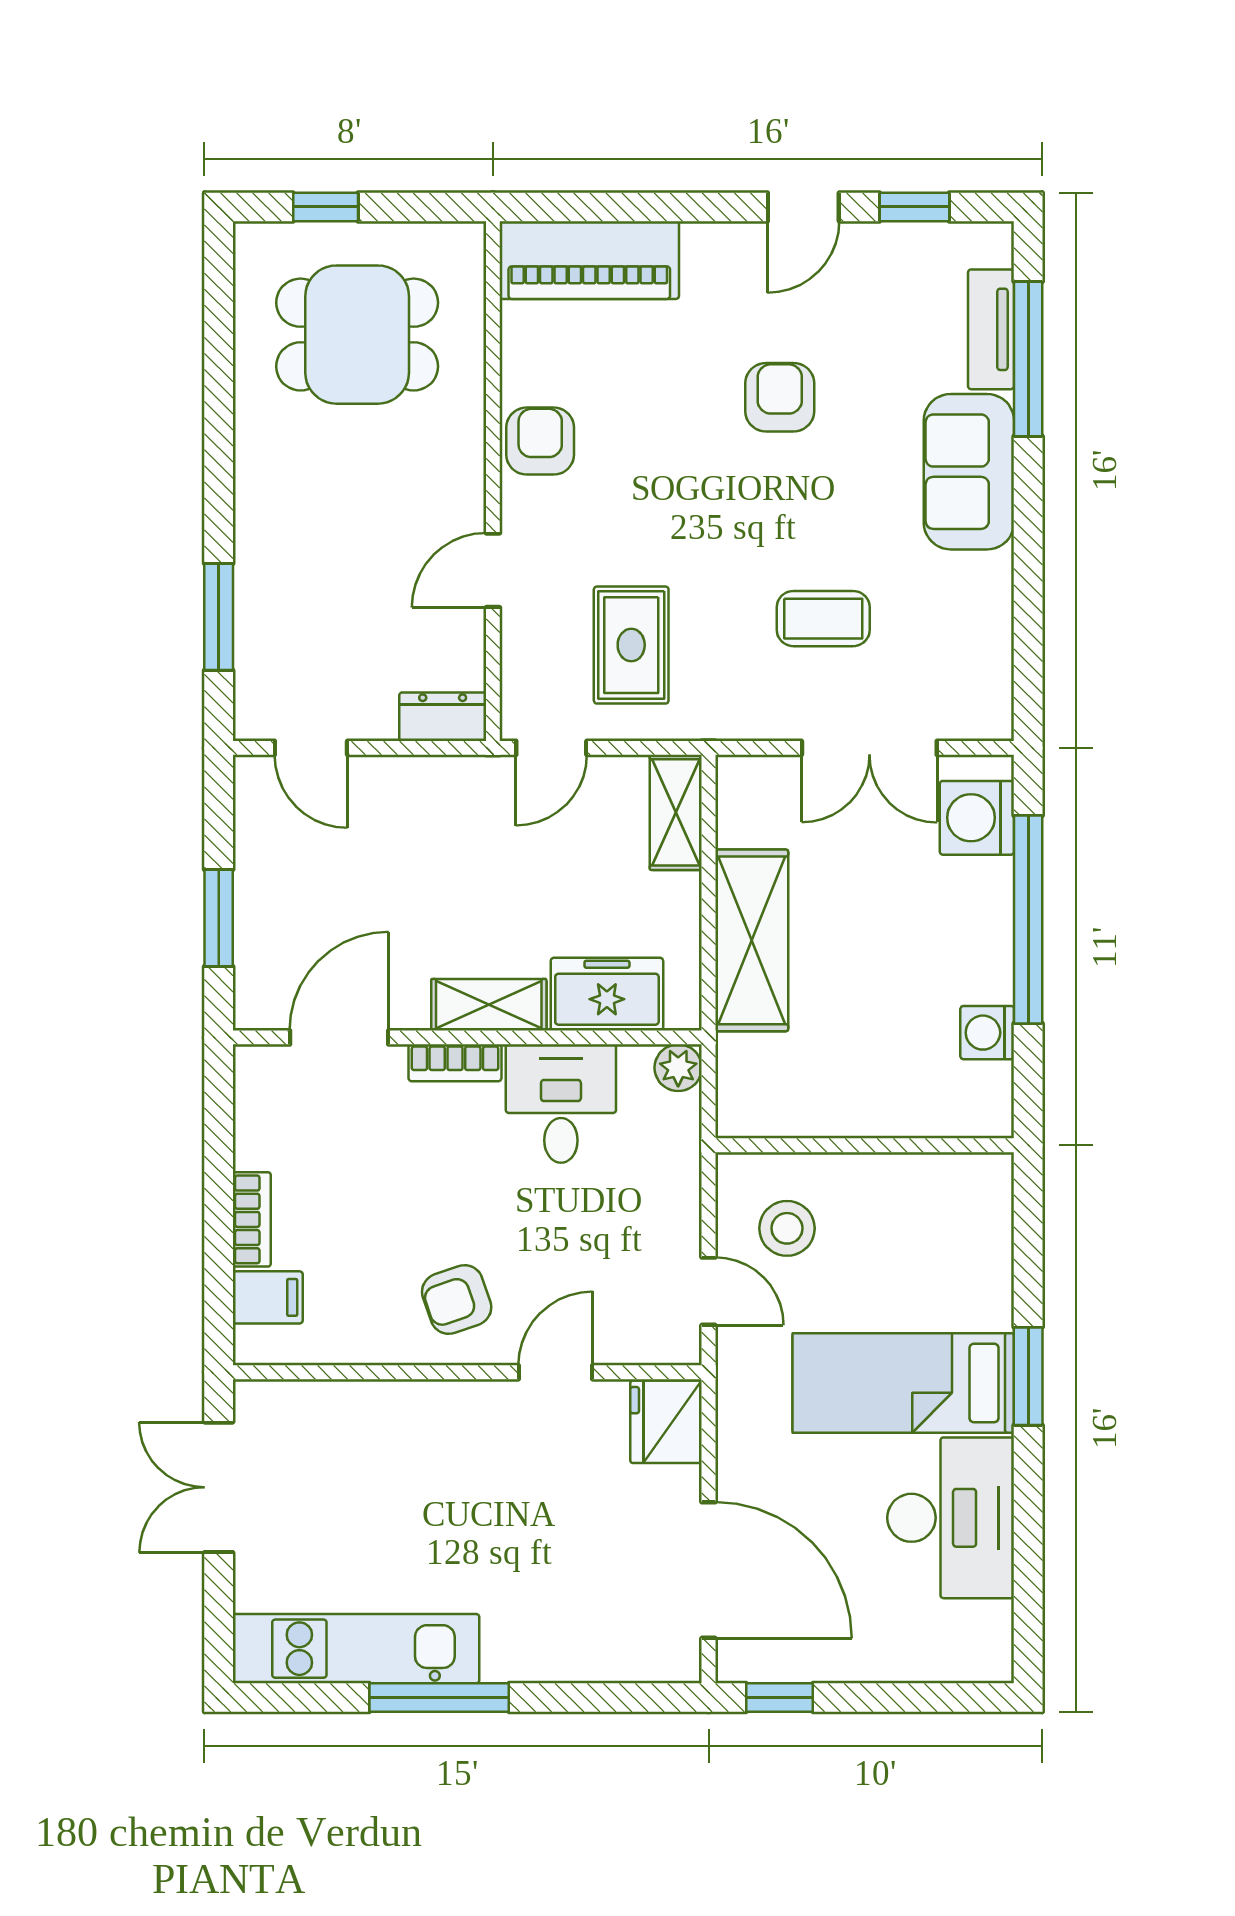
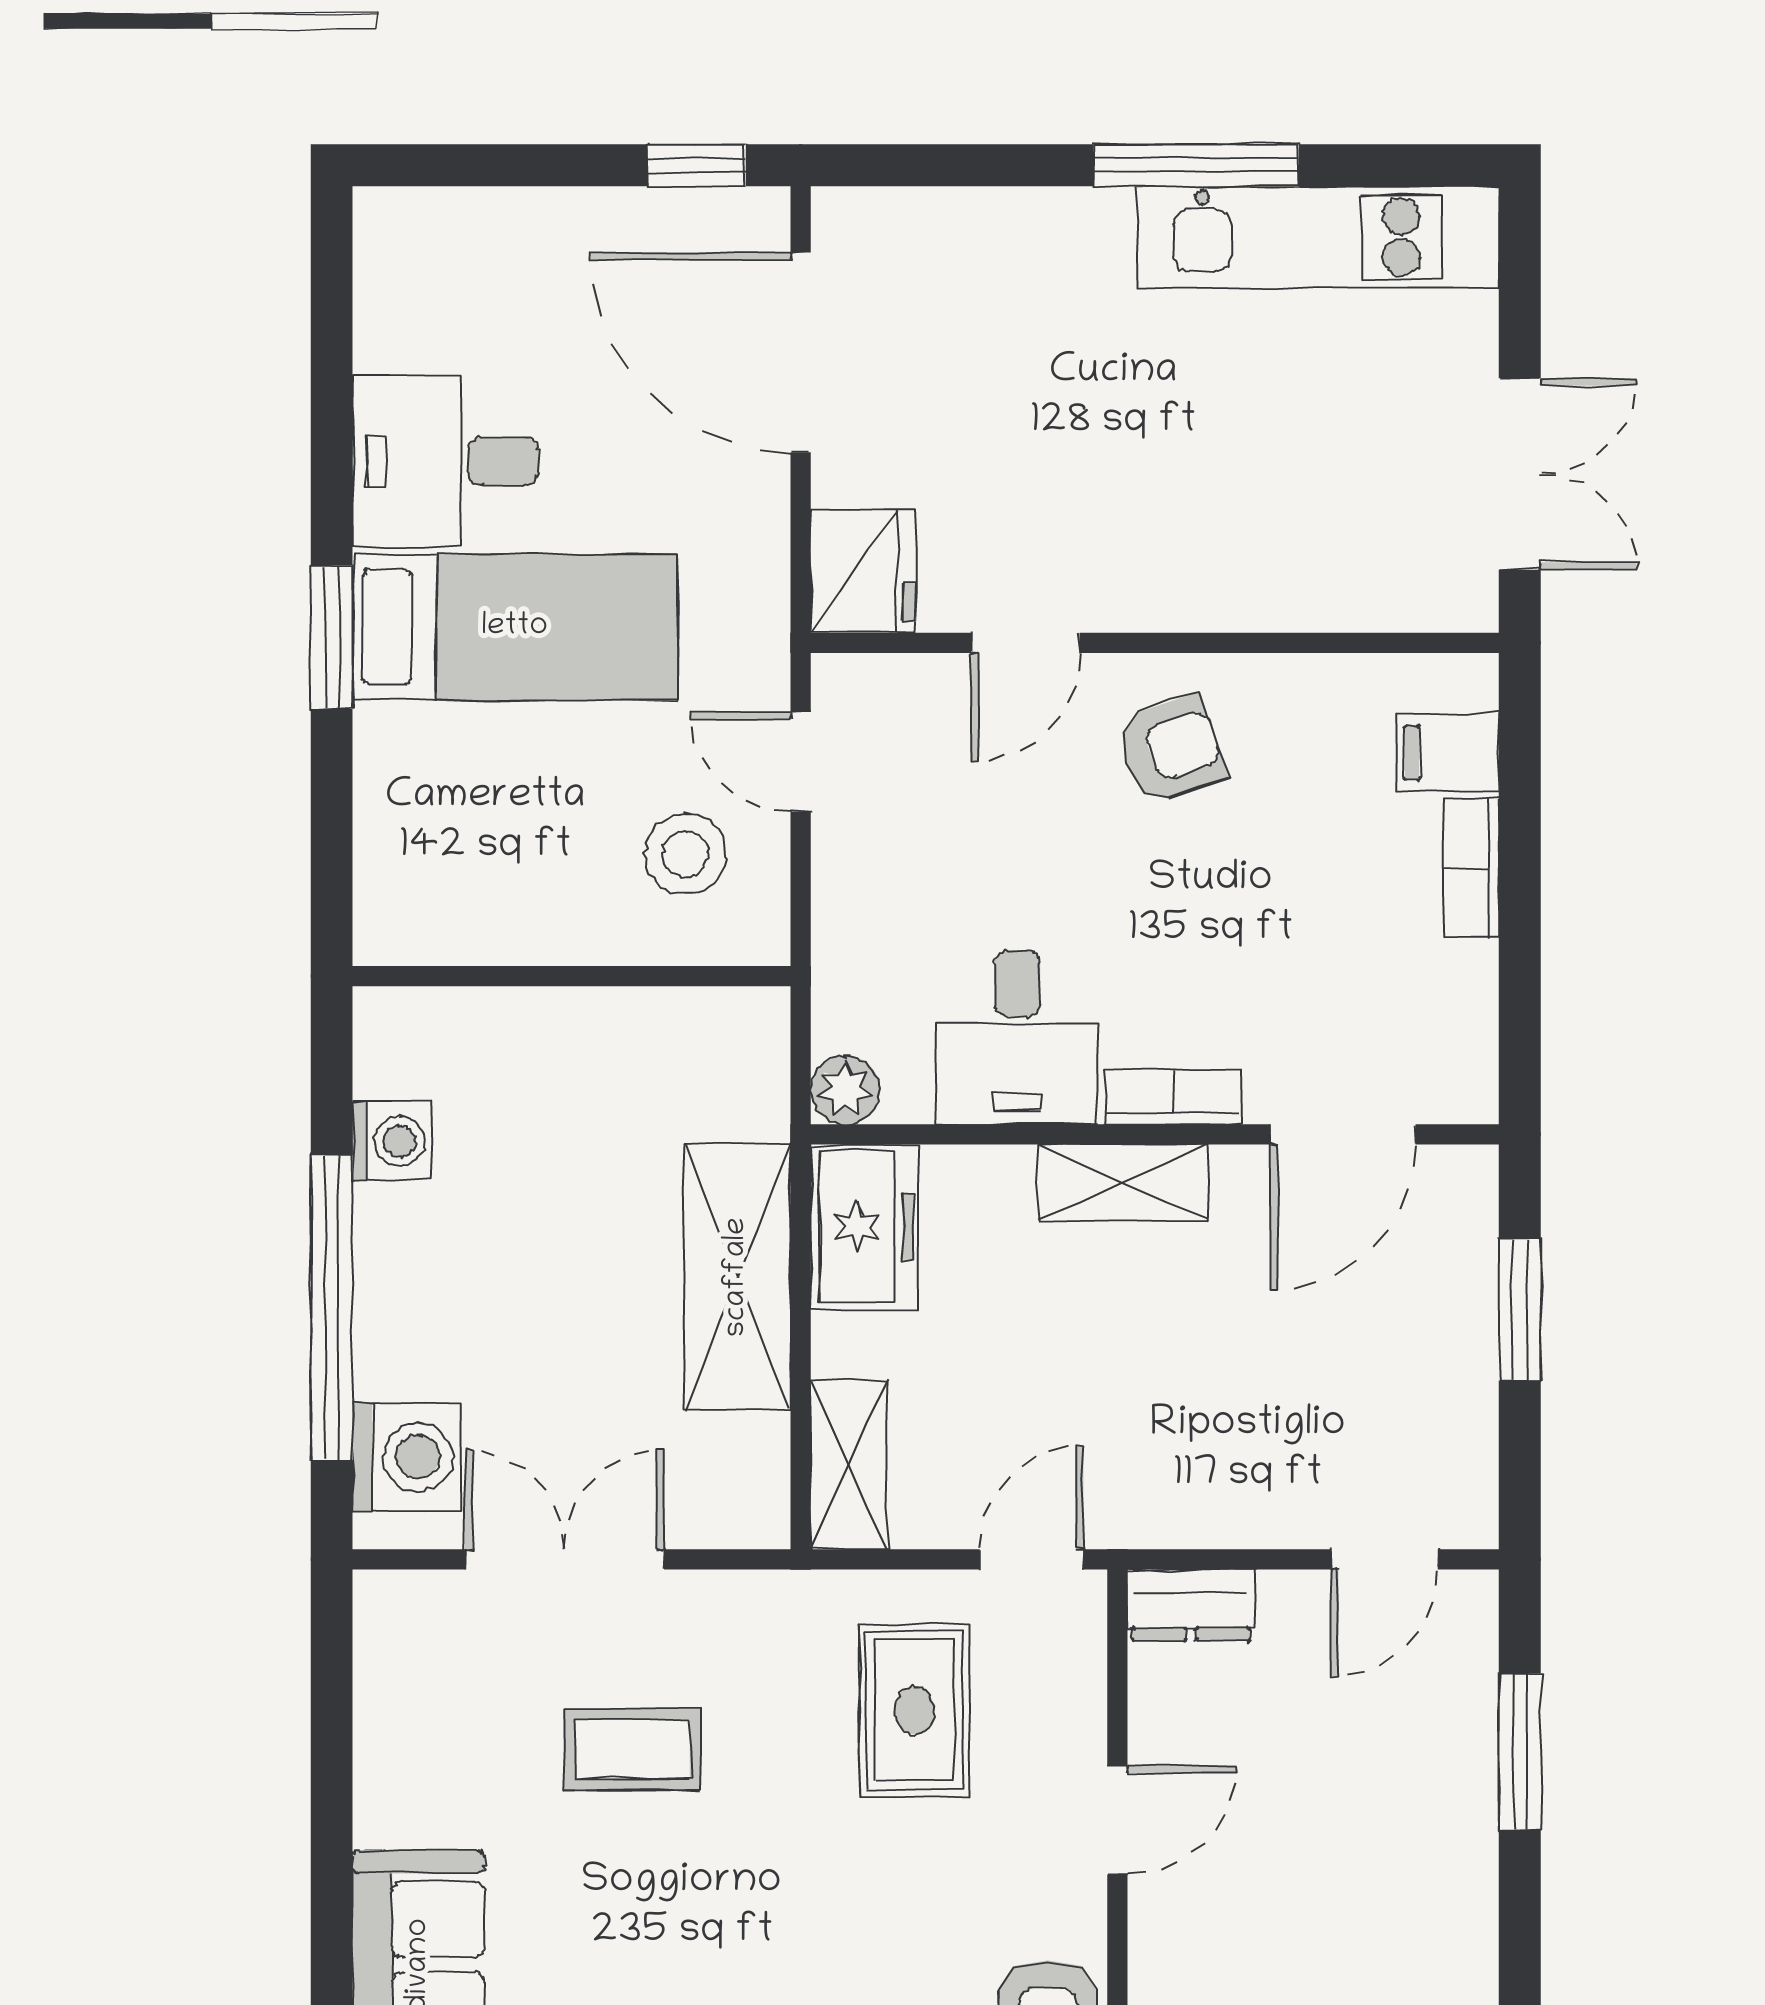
door: (311, 748) -> (1384, 1559), swing flipped
freezer: (607, 994) -> (864, 1227), moved, turned -90
desk: (951, 1518) -> (445, 461), width x0.73

